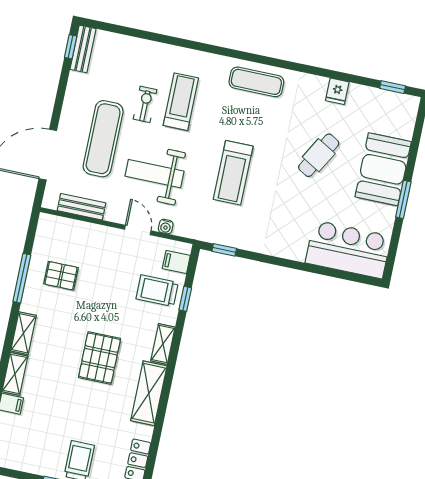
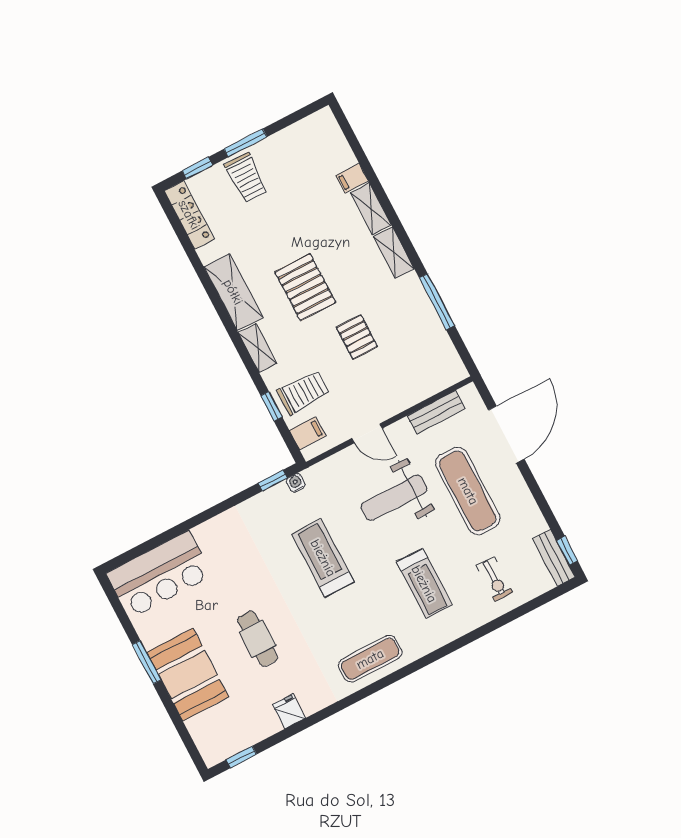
exercise bike: (145, 104) -> (495, 579), moved
cafe table: (319, 155) -> (258, 639), turned -30
weight bench: (155, 174) -> (394, 498), turned 180
water cooler: (166, 227) -> (296, 483), moved
pallet: (61, 276) -> (357, 337), moved, turned 90

